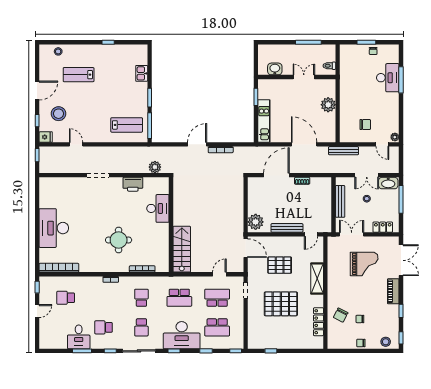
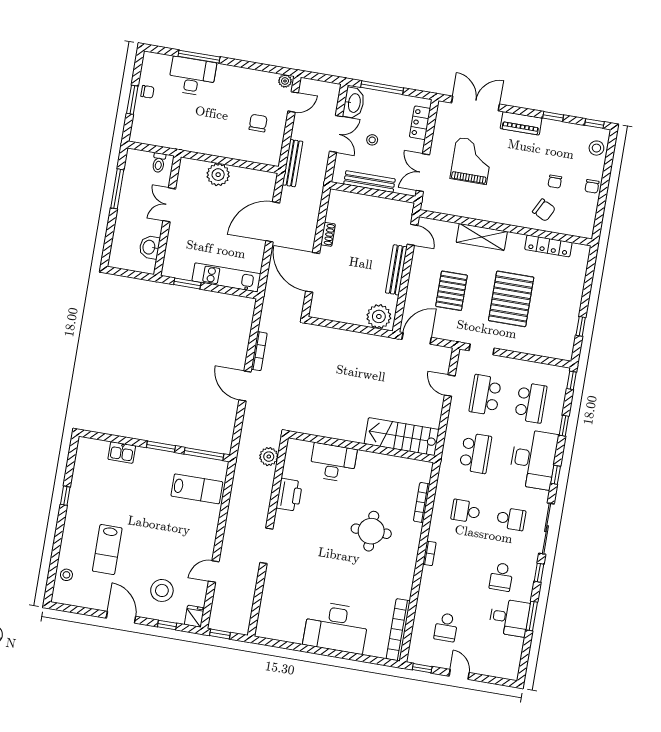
lab bench: (127, 125) -> (197, 489), turned 90

